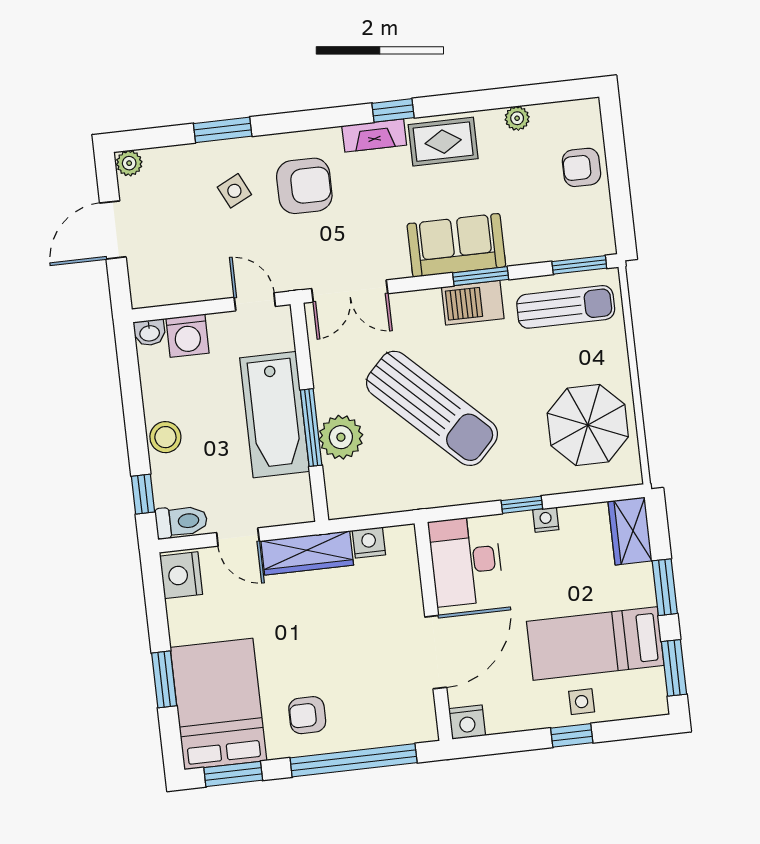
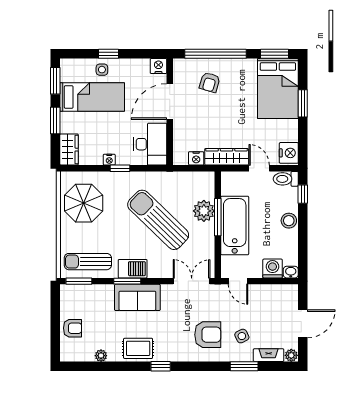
fireplace: (374, 136) -> (269, 355), moved
armchair: (304, 186) -> (208, 335), turned 180
armchair: (307, 715) -> (210, 82), moved, turned 106

